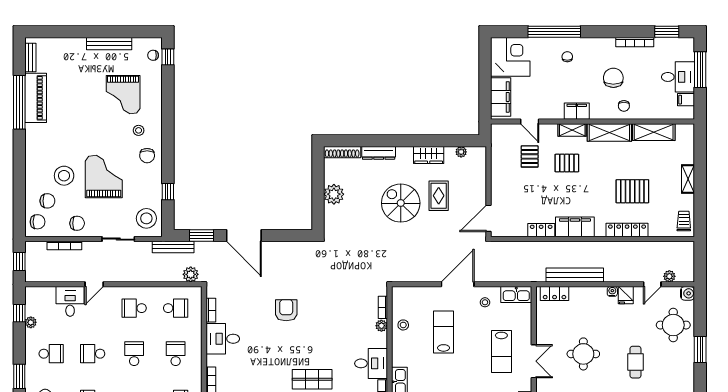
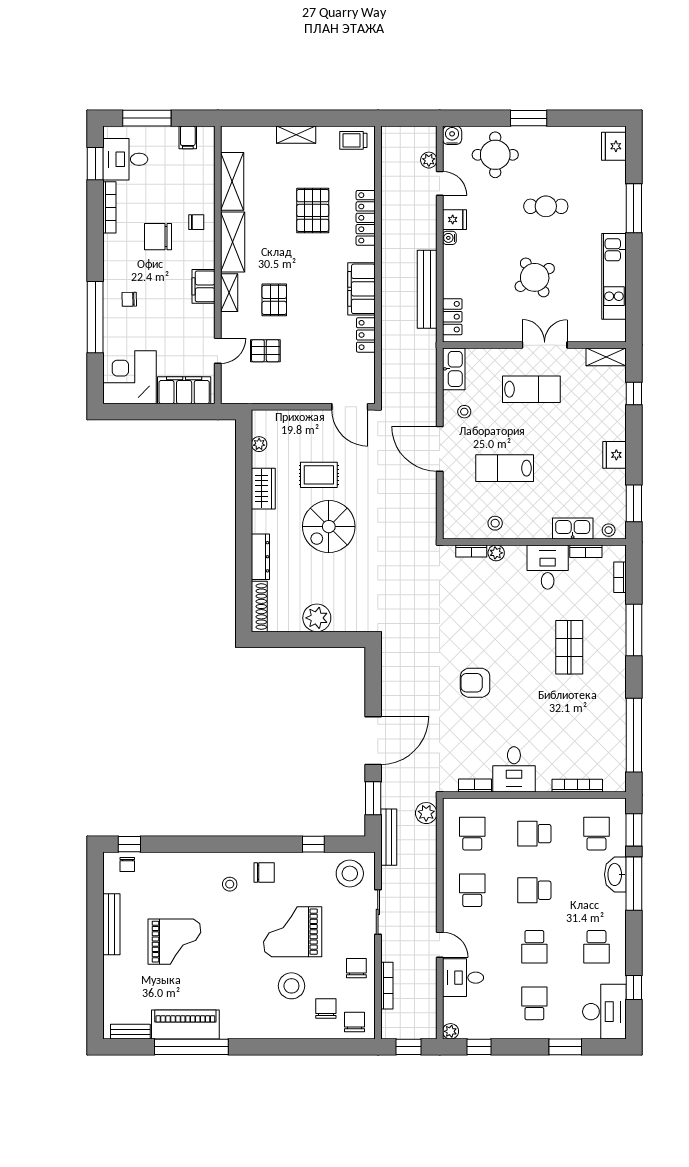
desk: (678, 77) -> (125, 159), moved, turned -90
grand piano: (123, 95) -> (174, 942), moved
school desk: (134, 308) -> (472, 890), turned 180
plant: (31, 322) -> (451, 1031), moved
round table: (583, 354) -> (535, 277), turned -32

